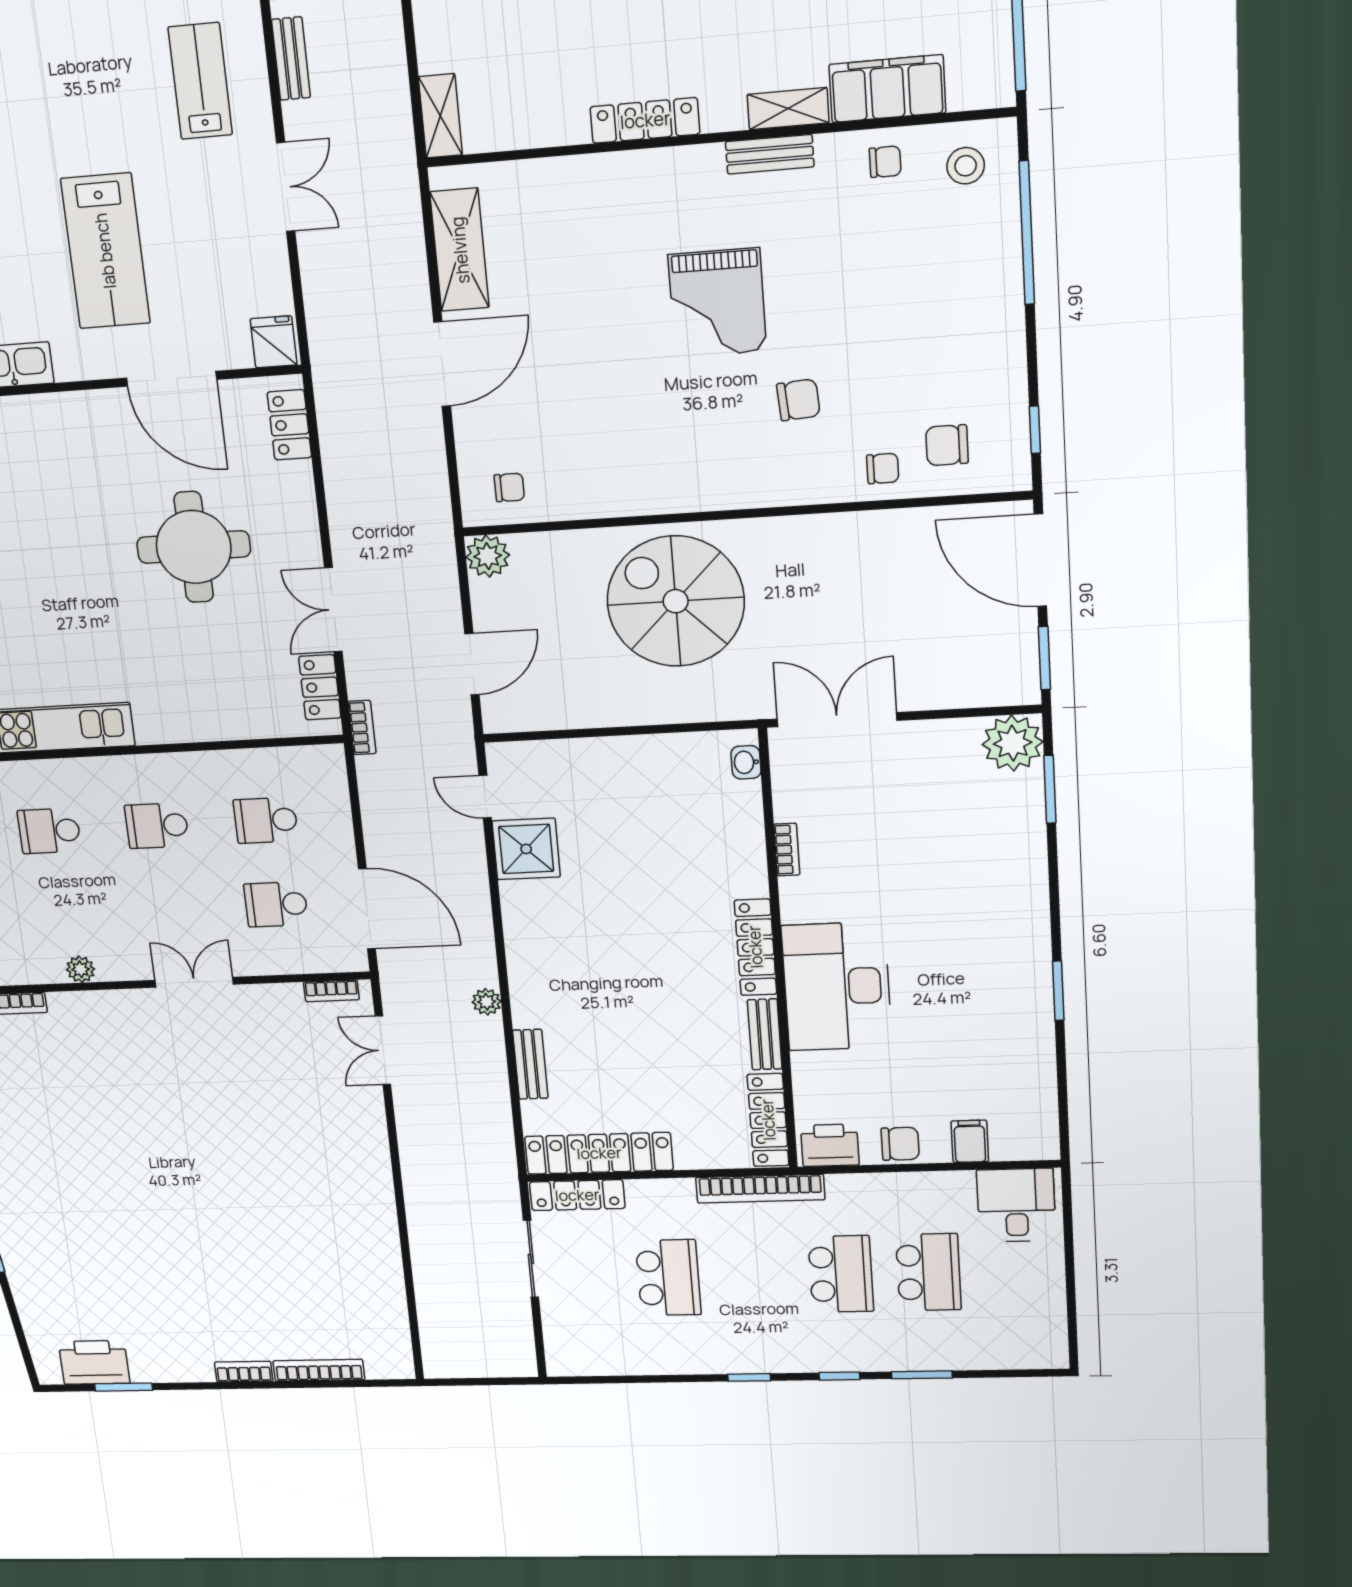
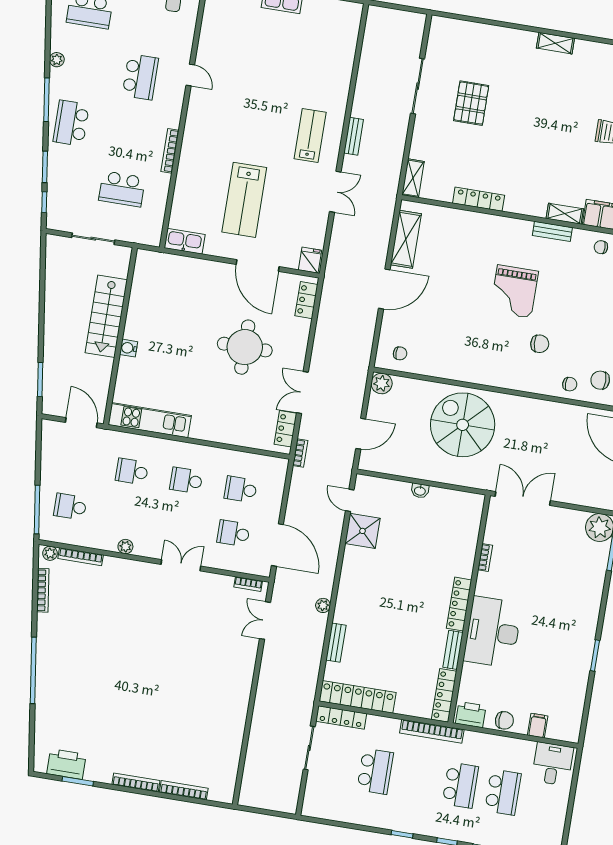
locker: (645, 120) -> (479, 199), moved
chair: (885, 162) -> (601, 247), turned 180
washbasin: (746, 762) -> (420, 491), moved, turned -90
bookcase: (244, 1372) -> (136, 782), width x1.56

